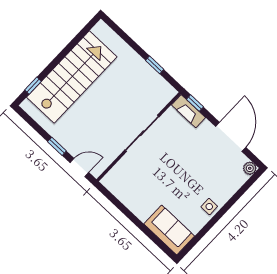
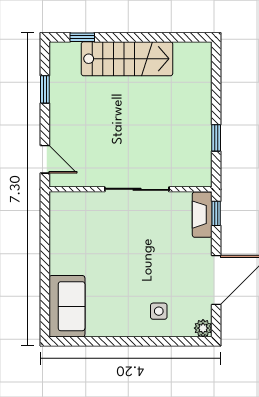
stairs: (72, 77) -> (127, 59), width x0.73, depth x0.66
window: (57, 146) -> (45, 89), moved
side table: (209, 207) -> (159, 311), moved

